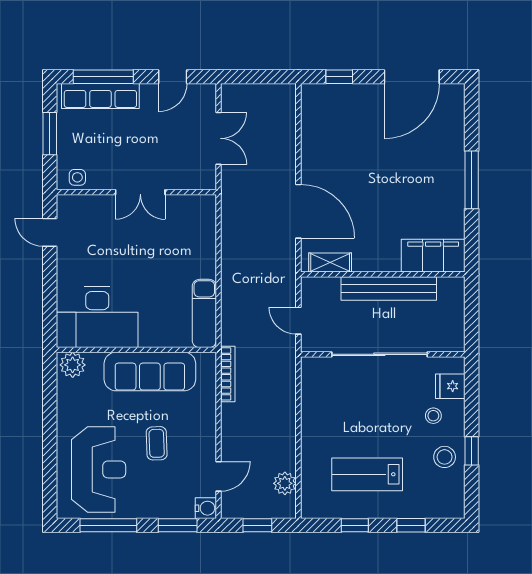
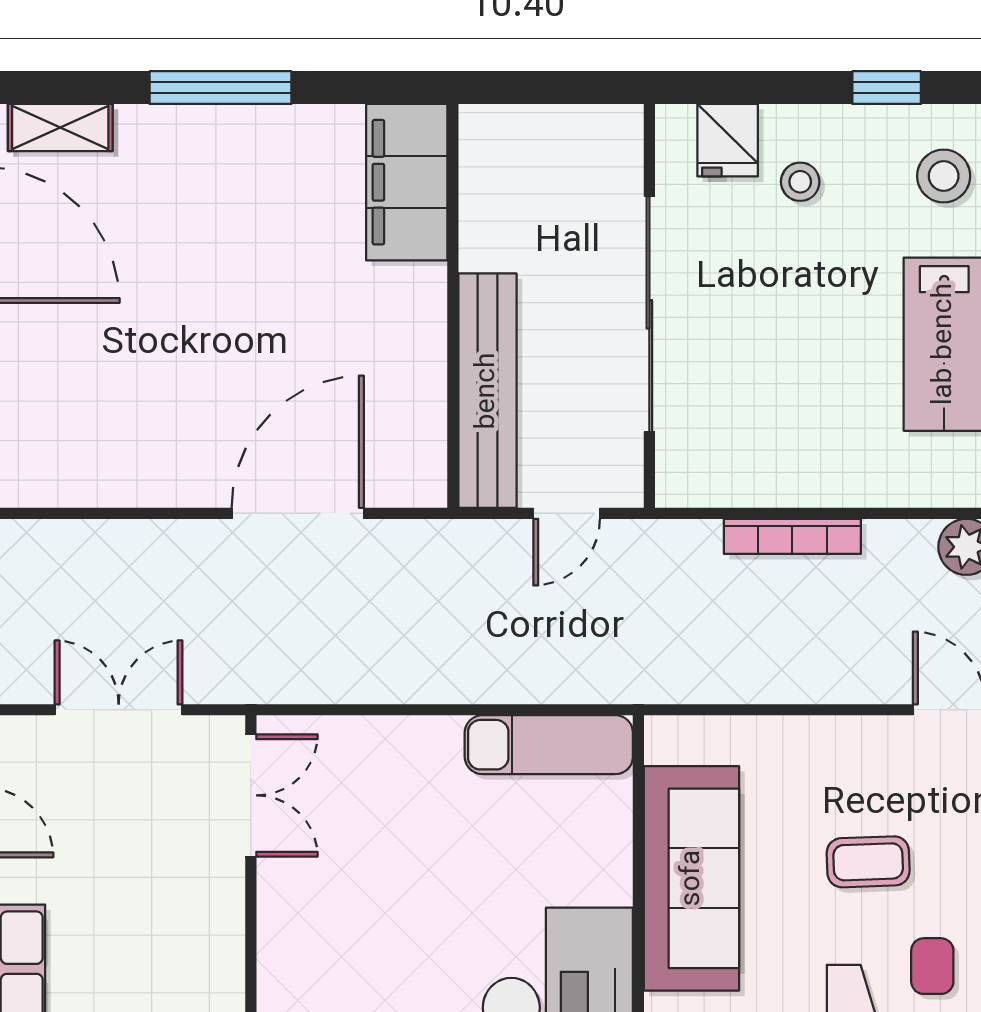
double door: (140, 192) -> (251, 795), moved
shelving: (330, 263) -> (60, 128), moved, turned 90
bench: (389, 288) -> (487, 391), moved
bookcase: (228, 374) -> (792, 536), moved, turned 180
stool: (445, 457) -> (944, 176), moved

